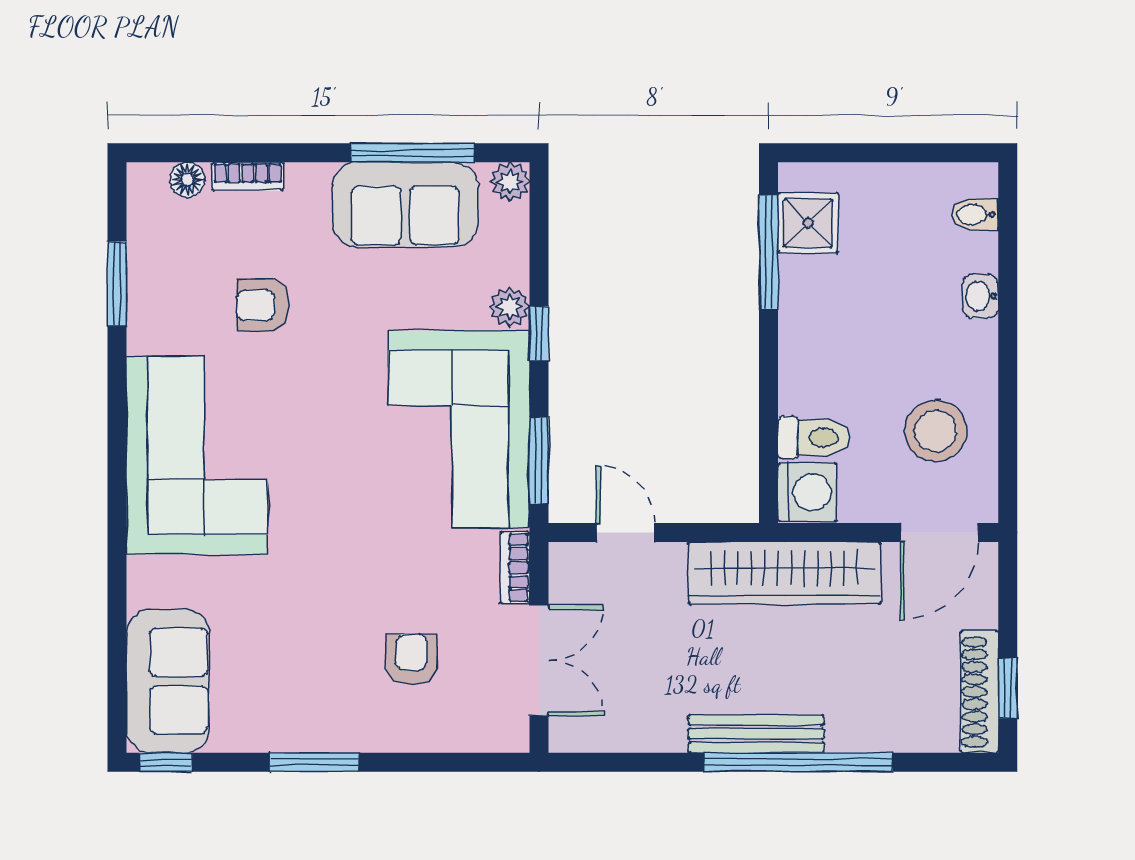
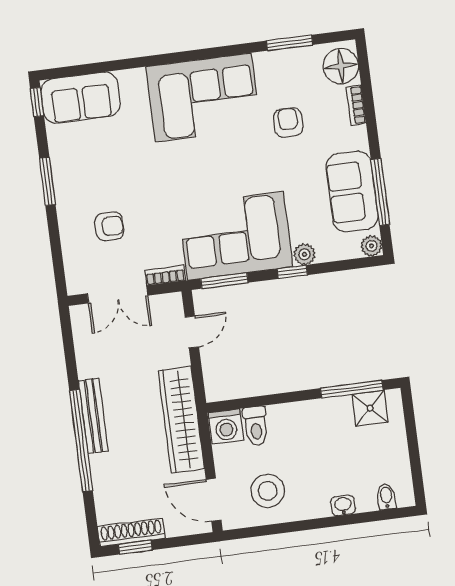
floor lamp: (187, 180) -> (341, 66), width x1.89, depth x1.89

